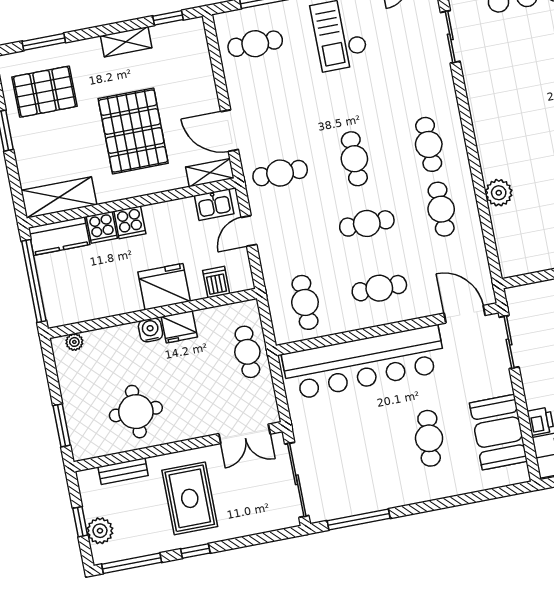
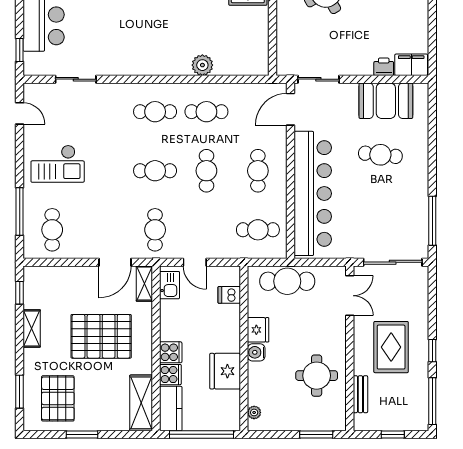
fridge: (164, 287) -> (225, 371), moved
cafe table: (247, 352) -> (287, 281), width x1.37, depth x1.35
rug: (190, 498) -> (391, 347), turned 90
plant: (100, 531) -> (403, 421), removed

